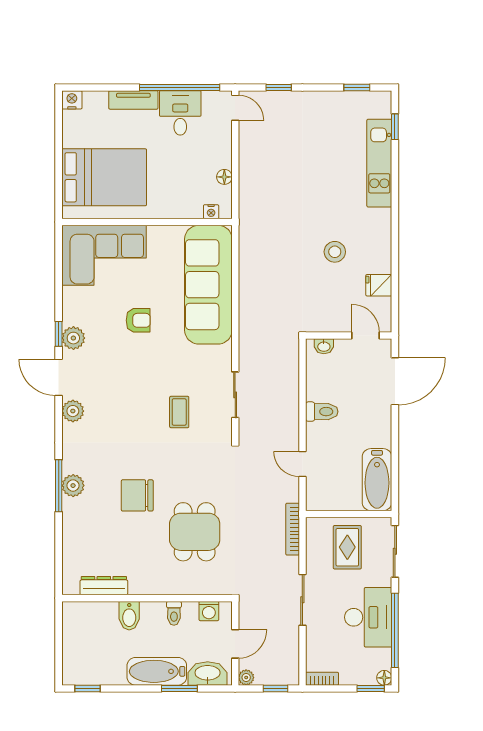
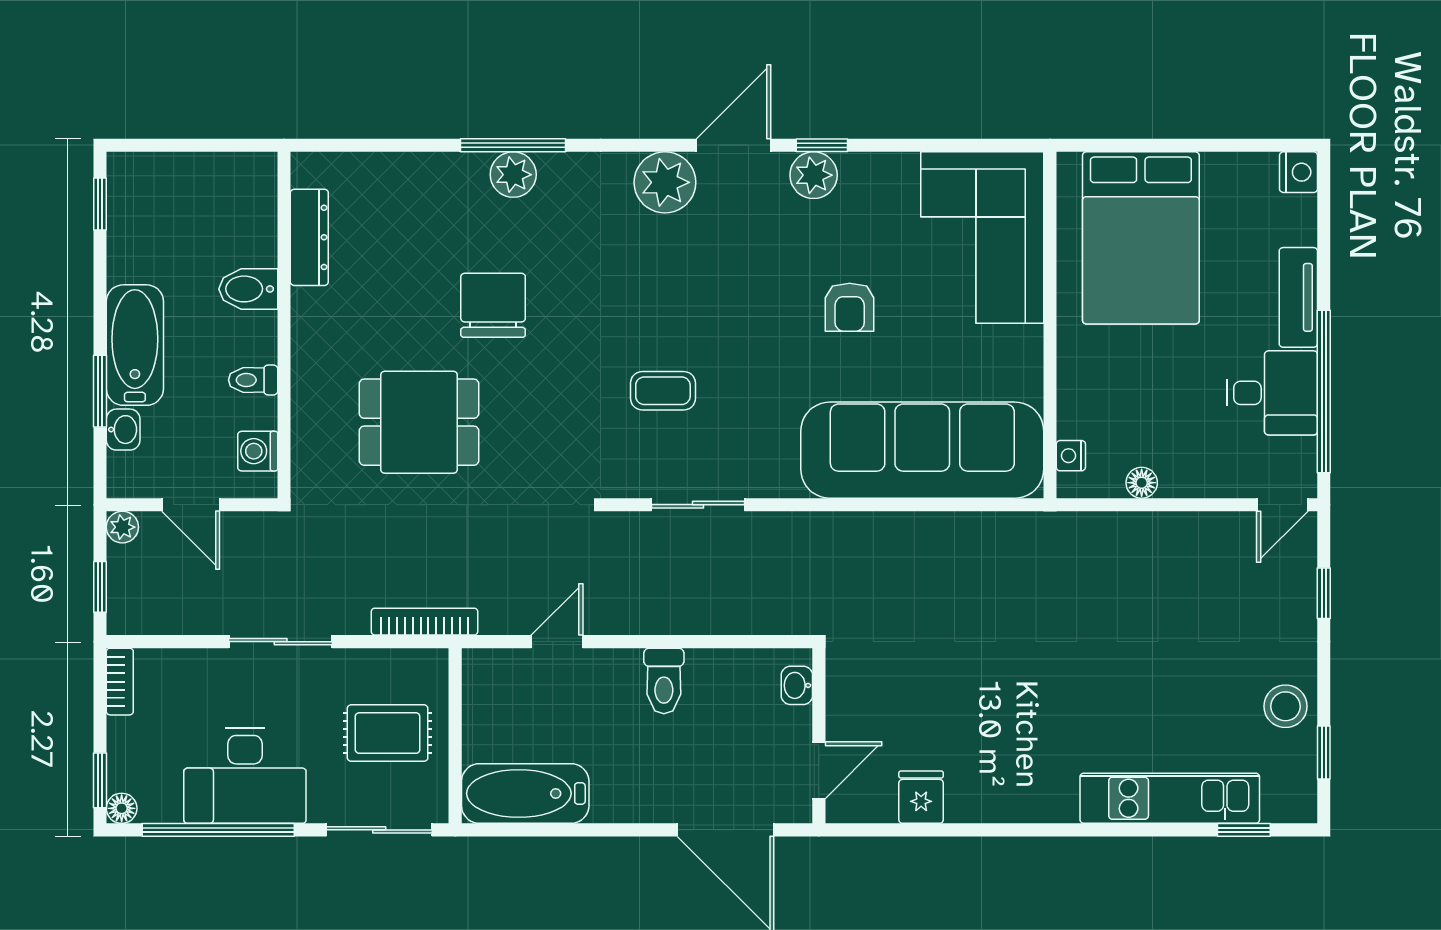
stool: (335, 252) -> (1285, 706), moved
plant: (73, 411) -> (665, 182), width x1.36, depth x1.36
washbasin: (208, 673) -> (123, 430), width x0.52, depth x0.69

